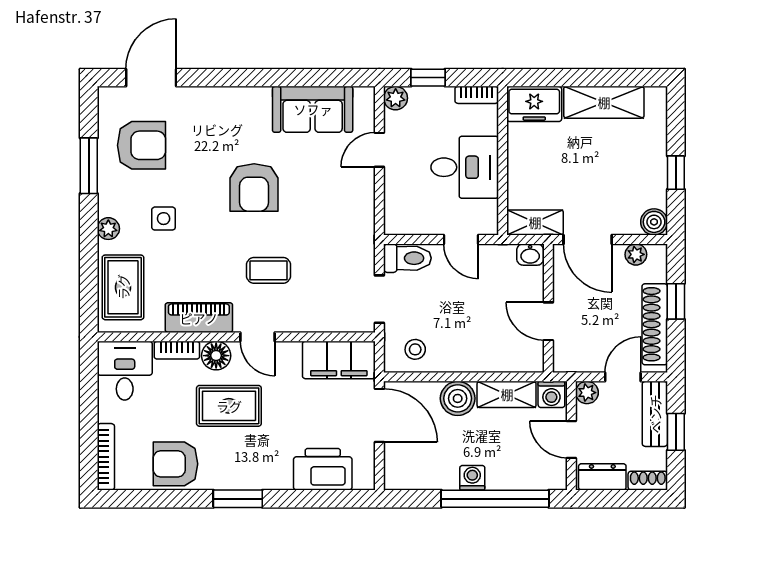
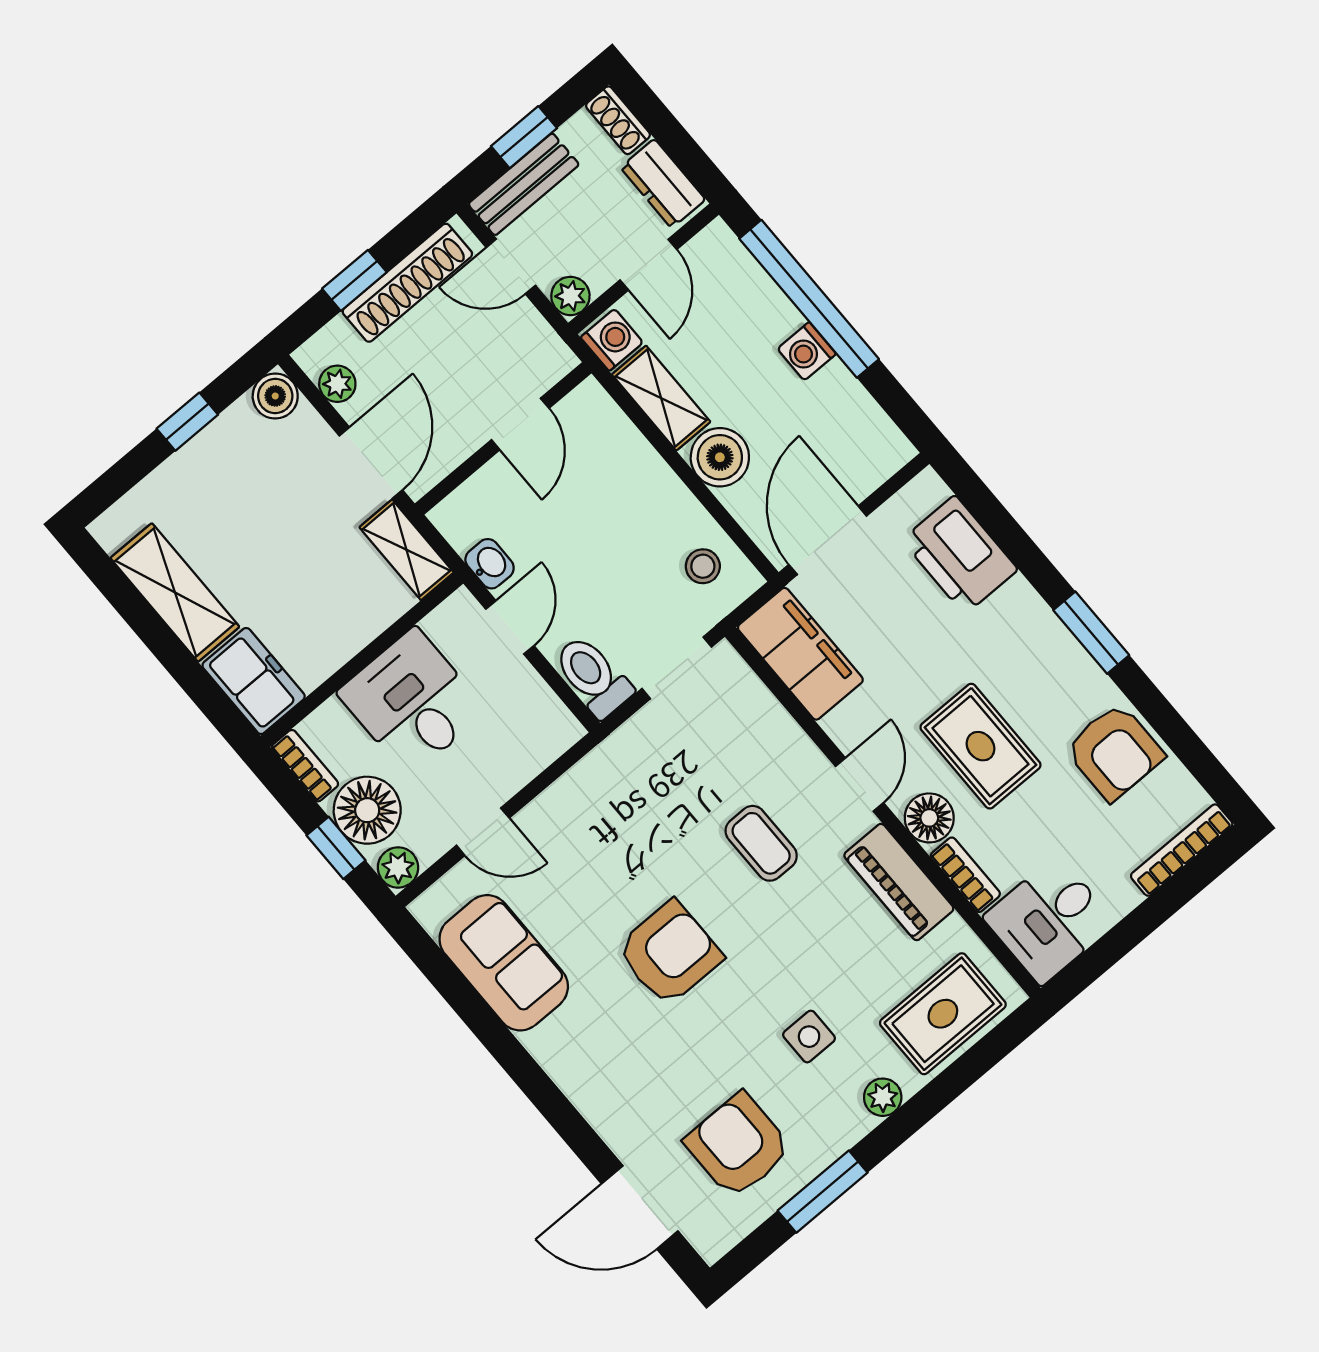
floor lamp: (433, 106) -> (367, 810), added
washbasin: (530, 255) -> (490, 564), moved

